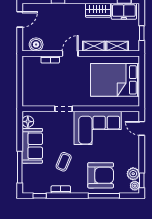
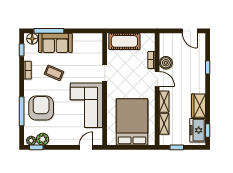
boiler: (36, 44) -> (166, 63), moved
cot: (31, 88) -> (124, 41), added
floor lamp: (28, 122) -> (32, 39), moved
sofa: (32, 146) -> (55, 43), moved
armchair: (101, 175) -> (41, 108), turned 180

